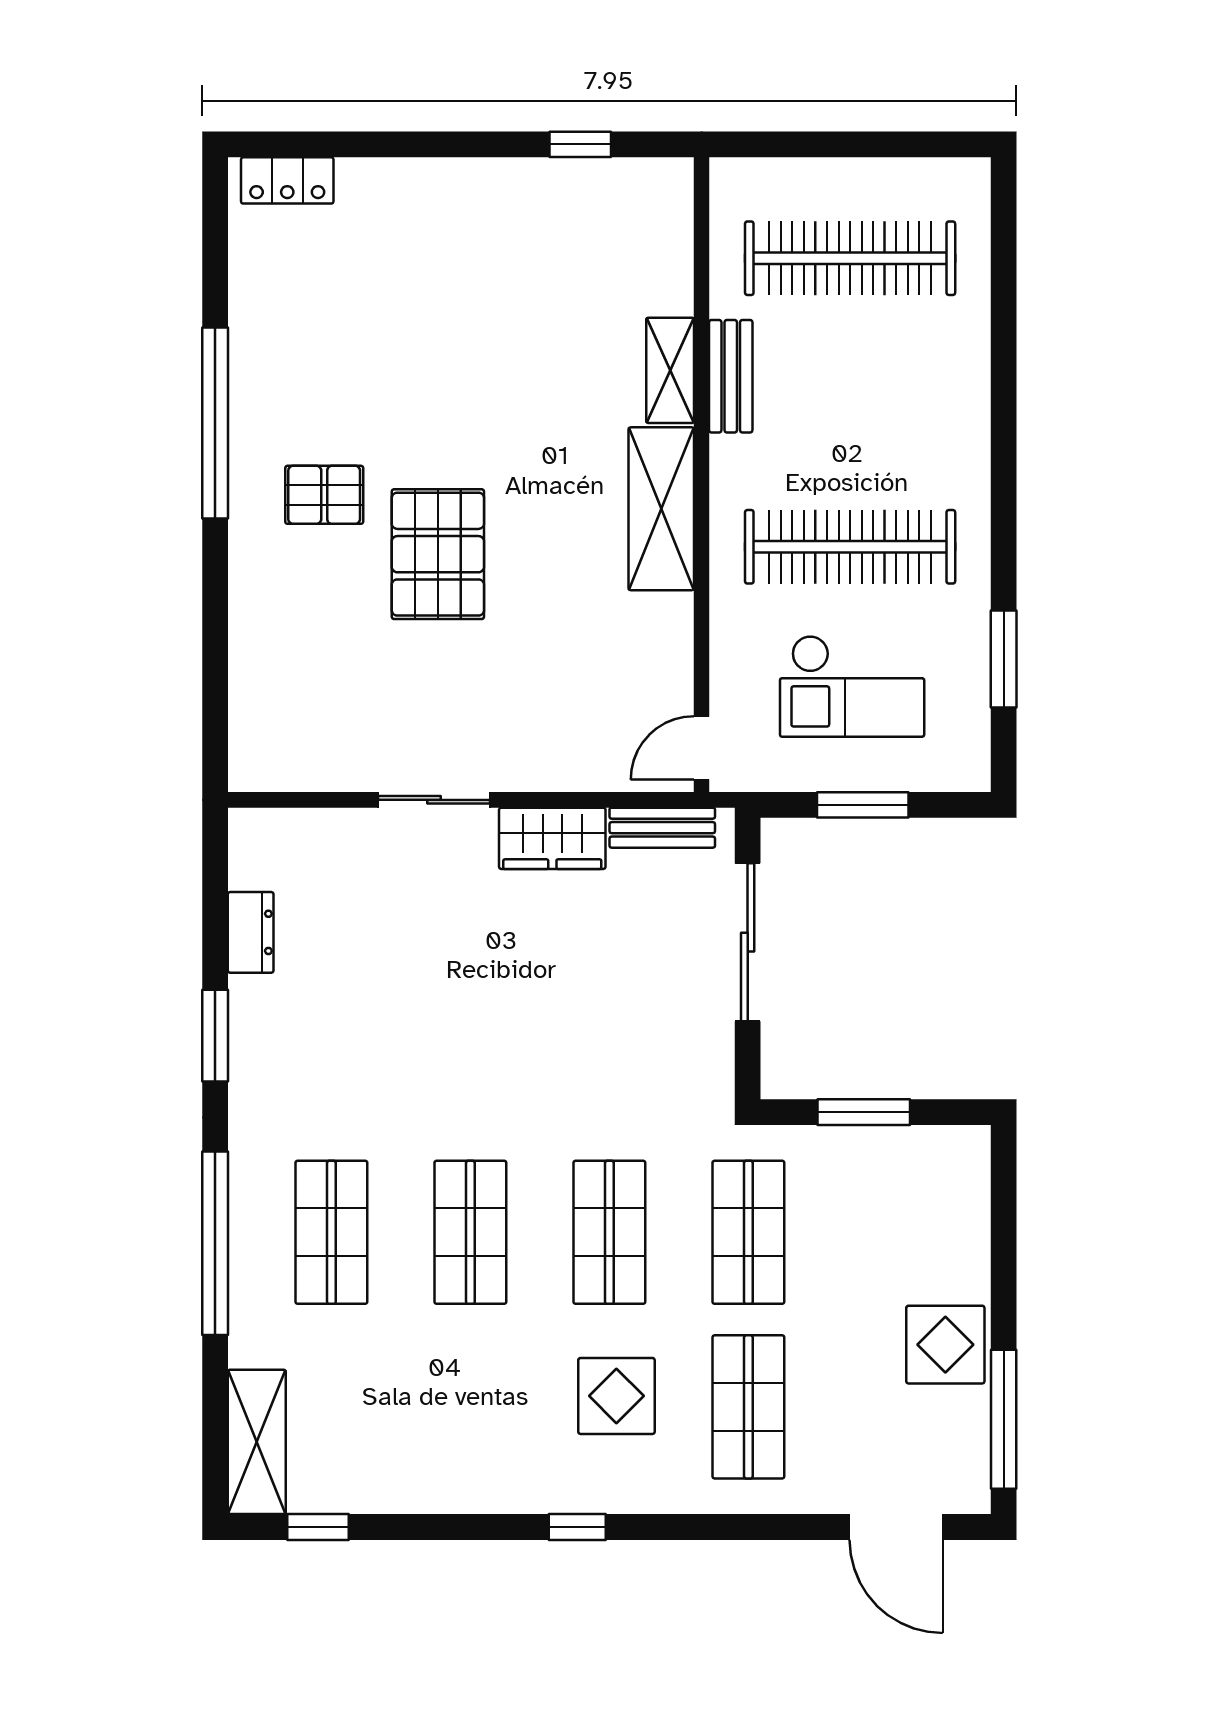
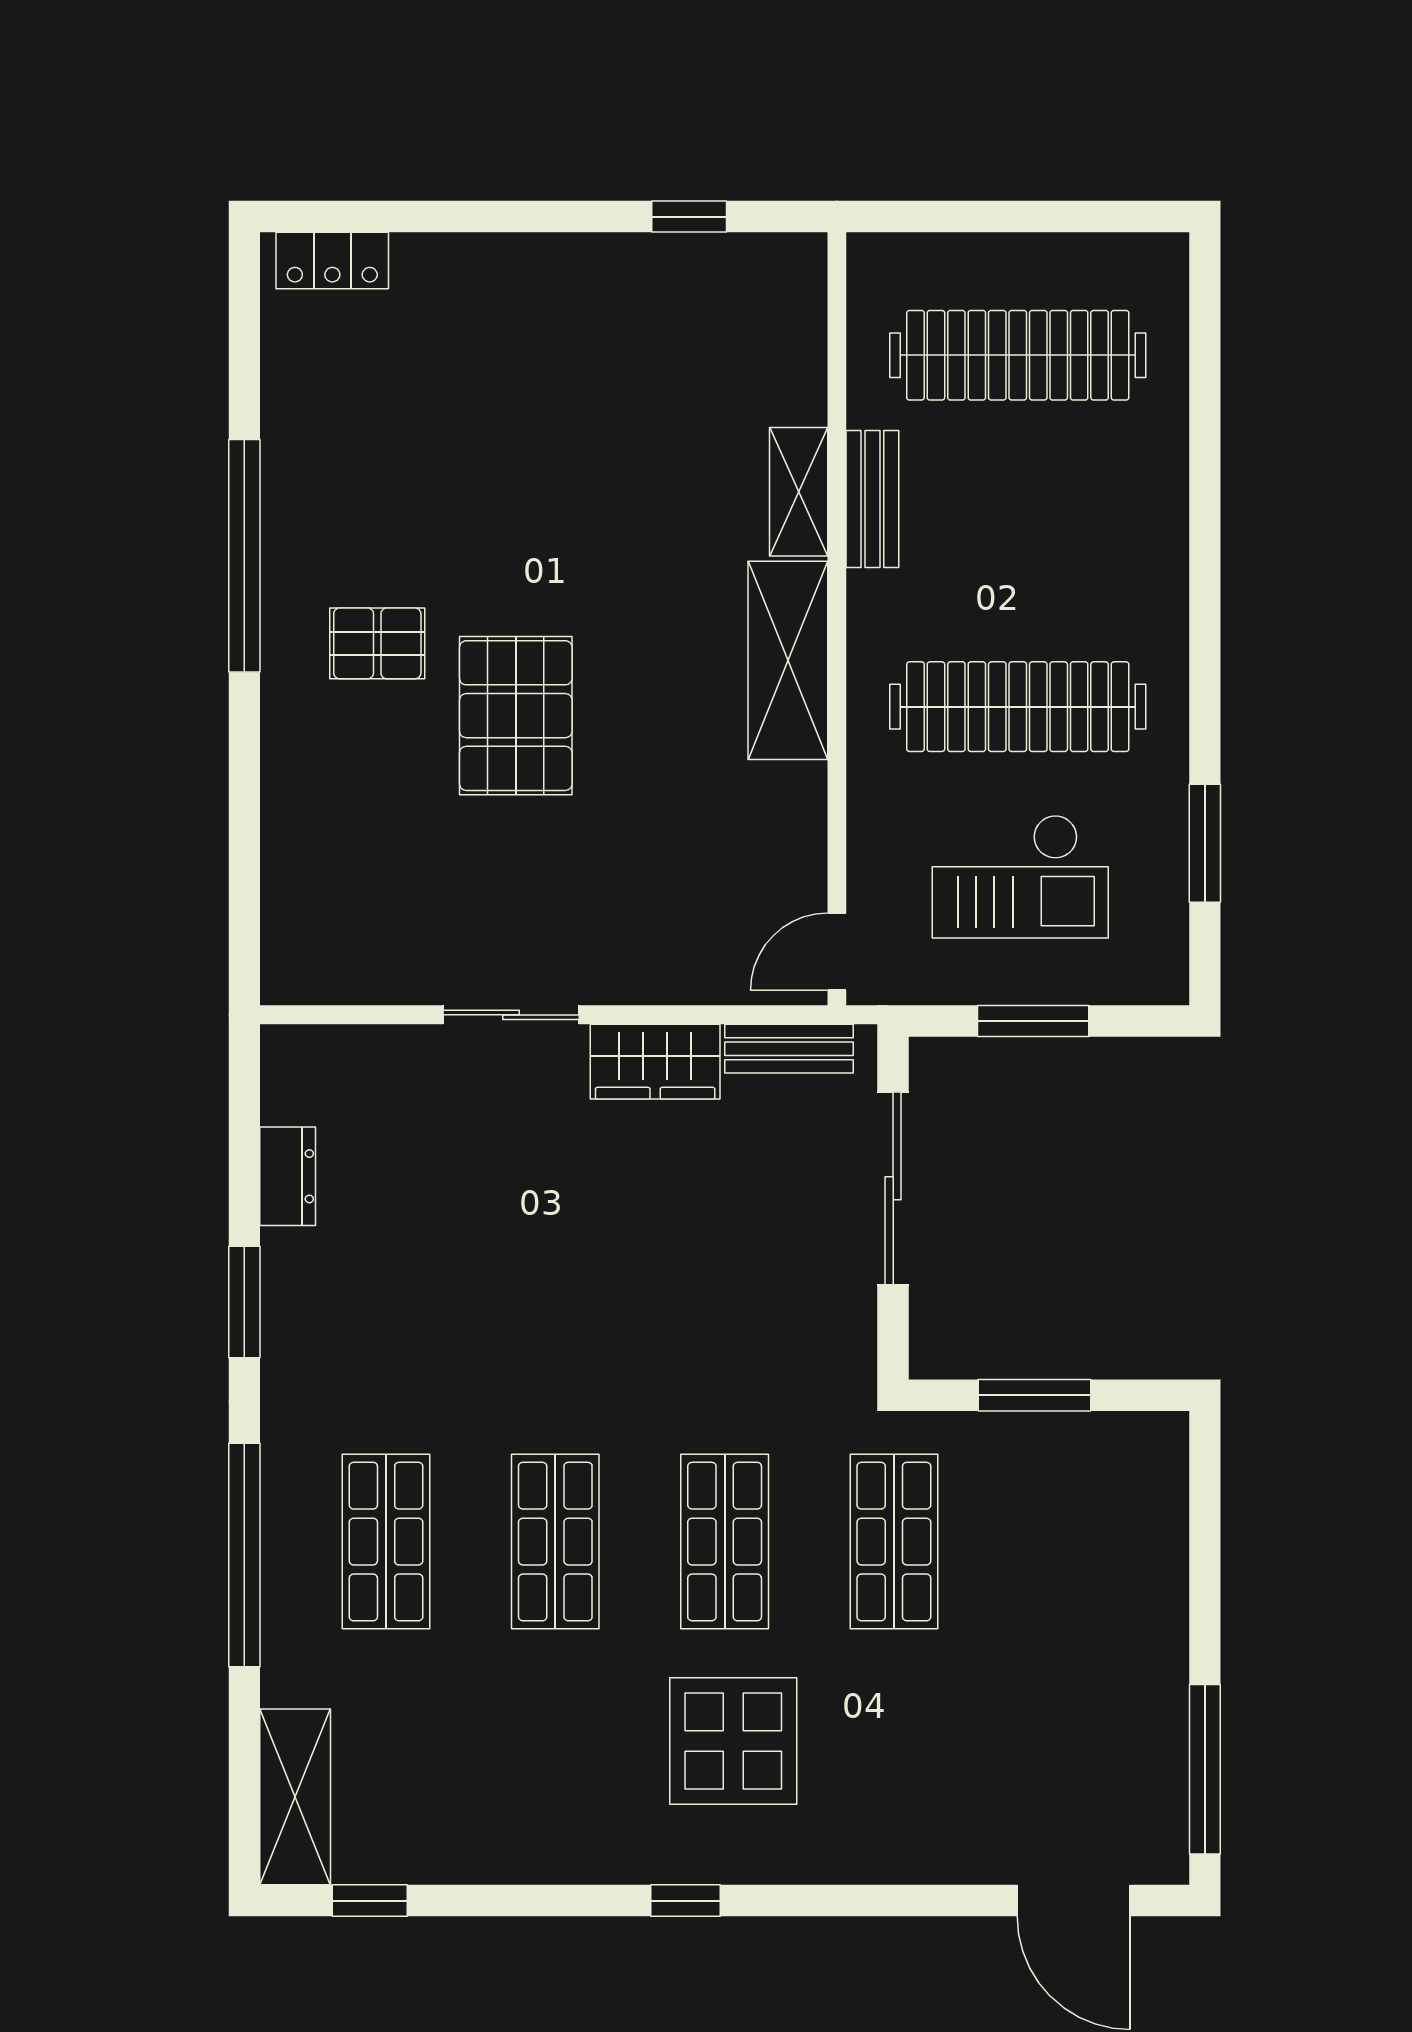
display table: (945, 1345) -> (1134, 1678), removed
display table: (616, 1396) -> (733, 1741), width x1.36, depth x1.36
shop shelf: (748, 1407) -> (894, 1754), removed

